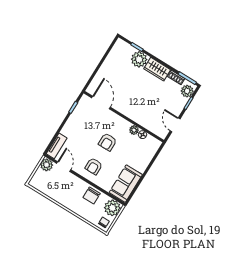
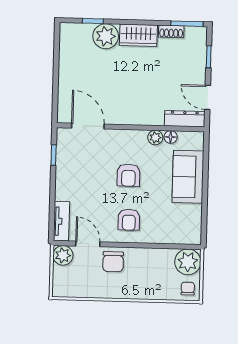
plant: (187, 91) -> (197, 41), removed
dresser: (156, 129) -> (185, 119), added
sofa: (126, 184) -> (188, 177), moved
chair: (92, 195) -> (113, 262), moved

